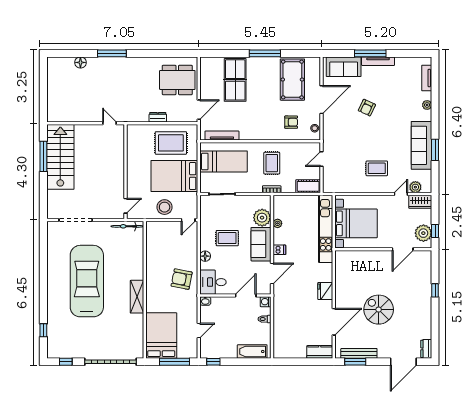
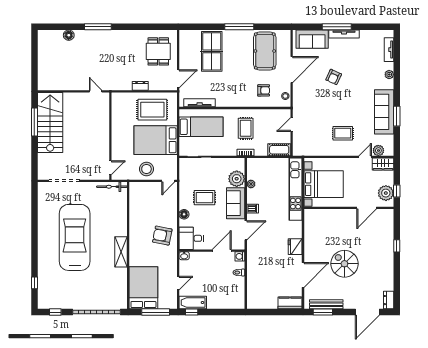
dining table: (177, 80) -> (158, 51), width x0.73
bathtub: (252, 351) -> (193, 303), moved

